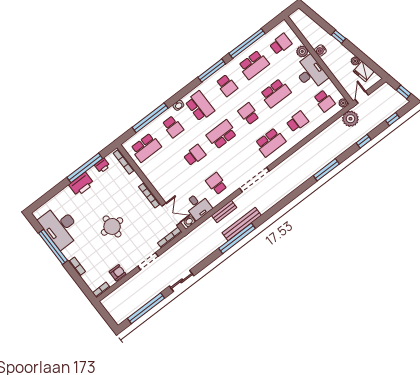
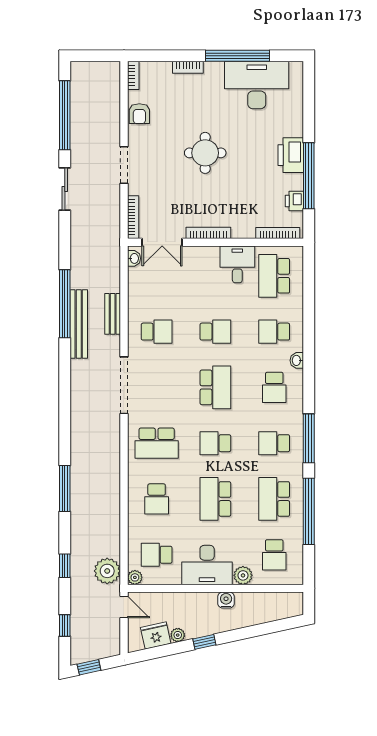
window: (338, 37) -> (204, 642), moved
school desk: (200, 106) -> (274, 387), width x0.54
school desk: (249, 114) -> (215, 443), turned 180
window: (150, 118) -> (309, 311), removed
school desk: (270, 142) -> (157, 443), turned -90
school desk: (195, 155) -> (215, 332), turned -90
desk: (198, 206) -> (237, 264), moved, turned 90

